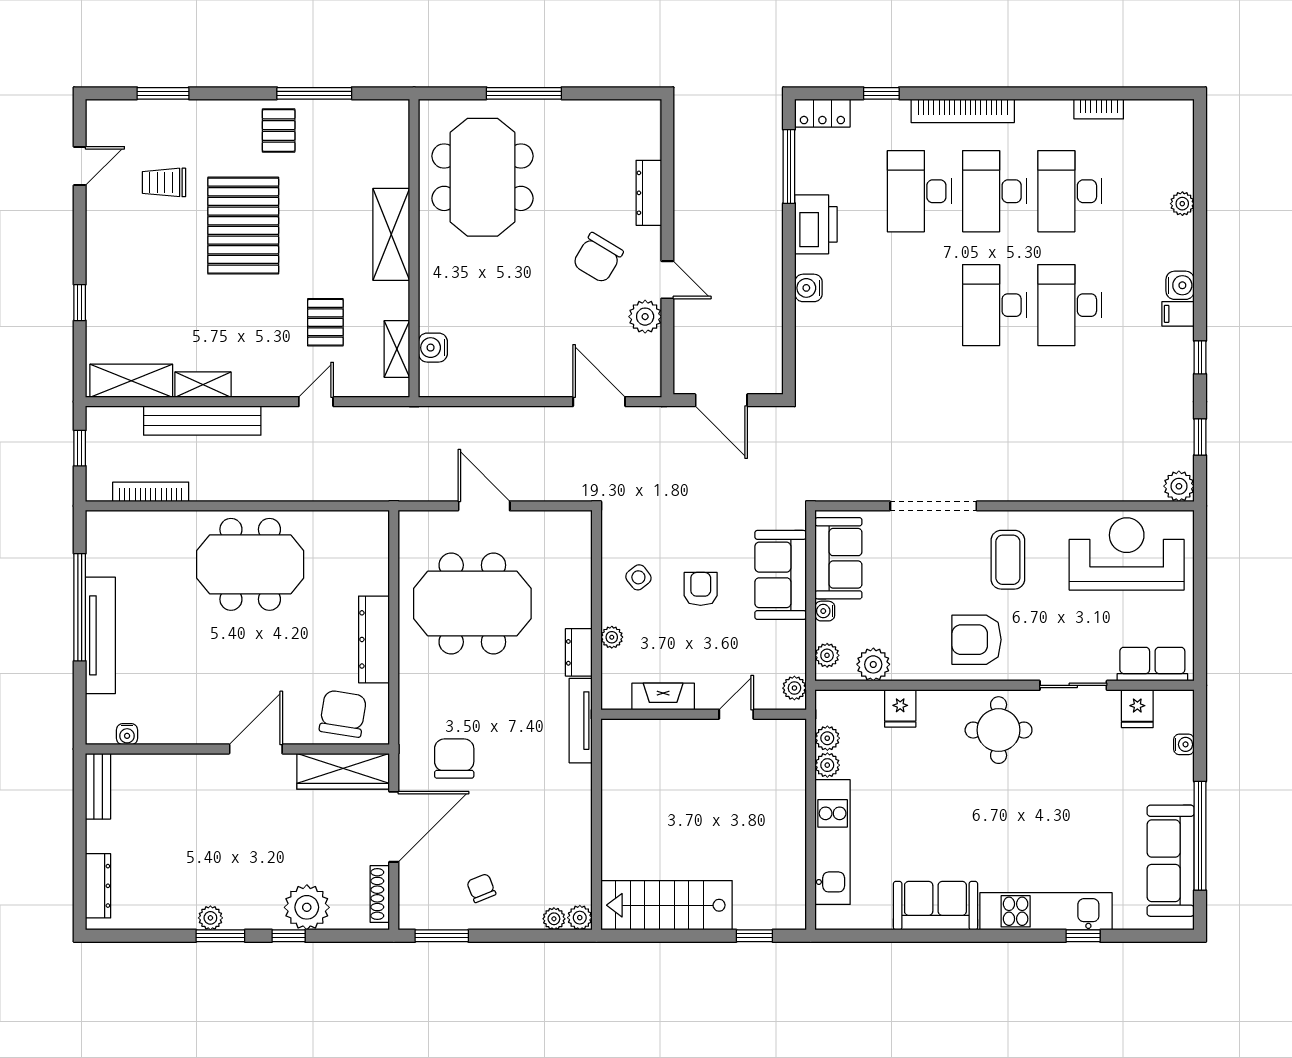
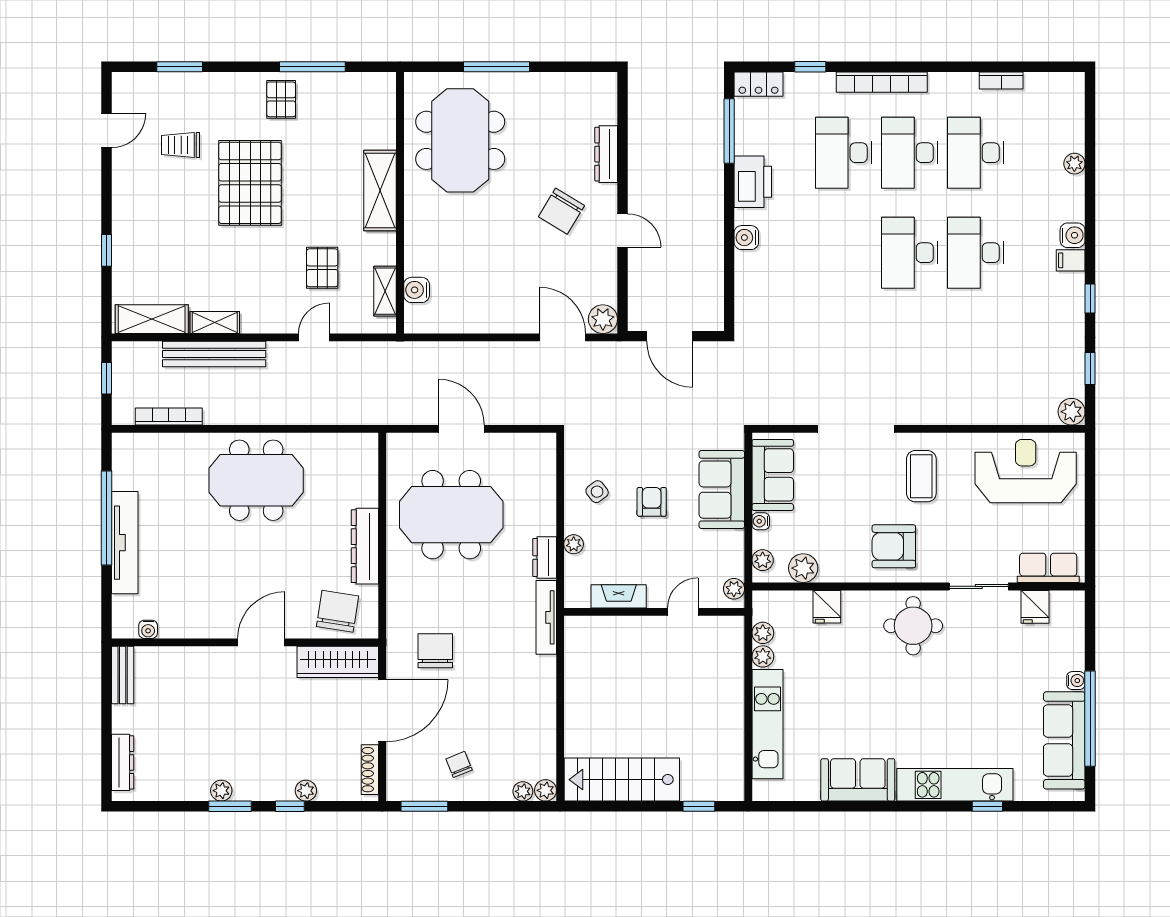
plant: (645, 317) -> (603, 319), moved
water cooler: (1184, 744) -> (1076, 681), moved
plant: (307, 907) -> (306, 791), width x0.53, depth x0.53

